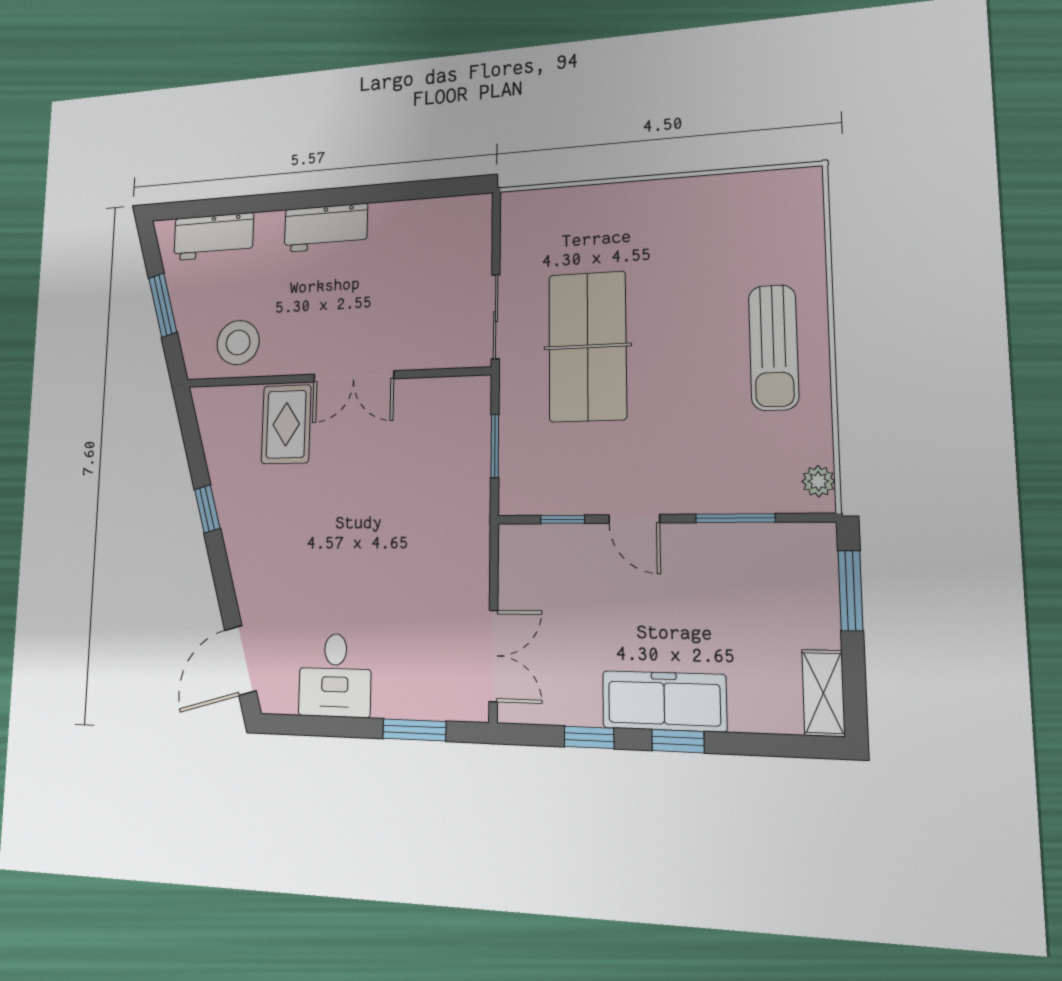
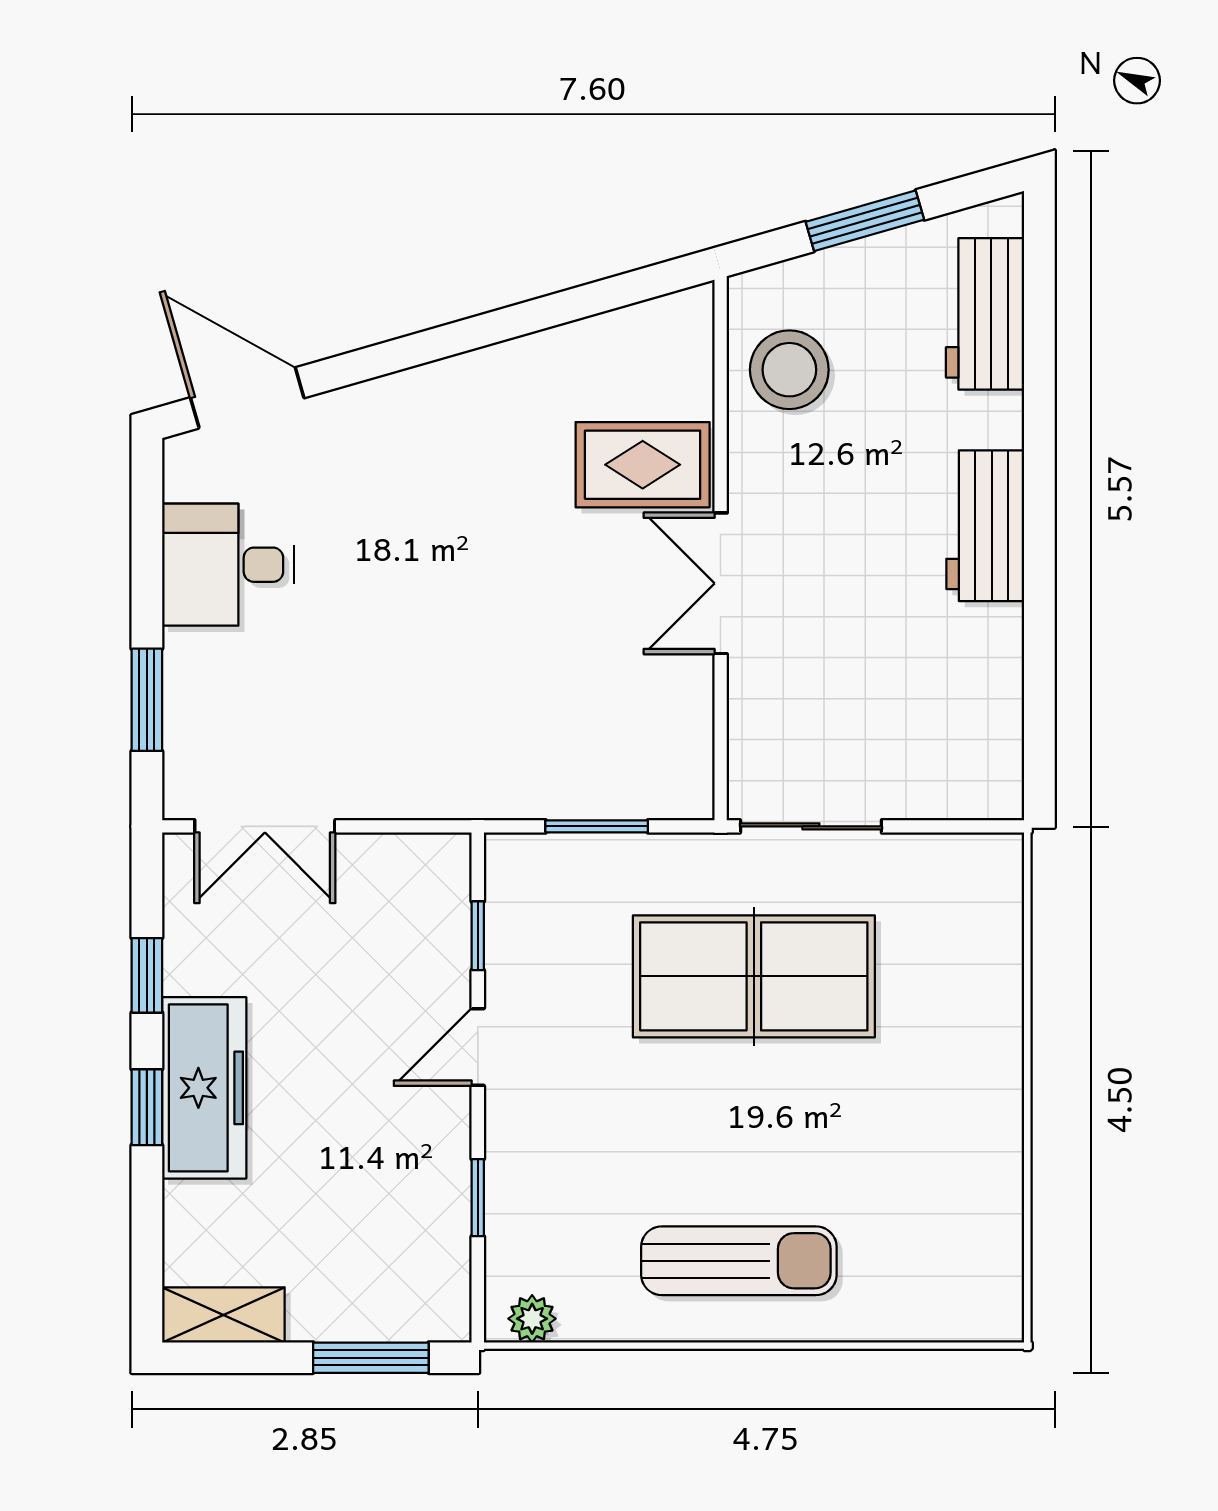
sun lounger: (774, 347) -> (739, 1261), turned 180
window: (207, 509) -> (500, 325), removed
window: (735, 518) -> (478, 1198), width x0.67

